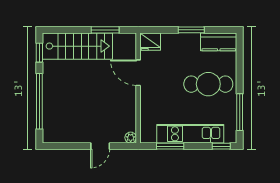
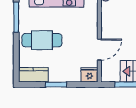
door: (138, 73) -> (99, 50), hinge flipped

